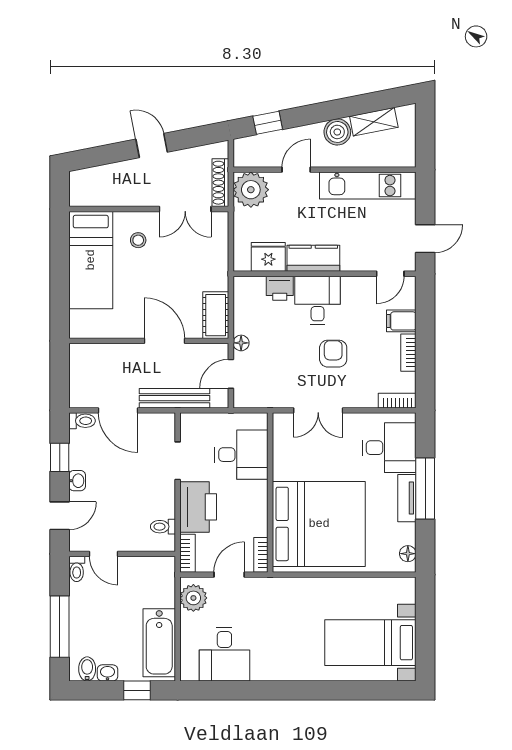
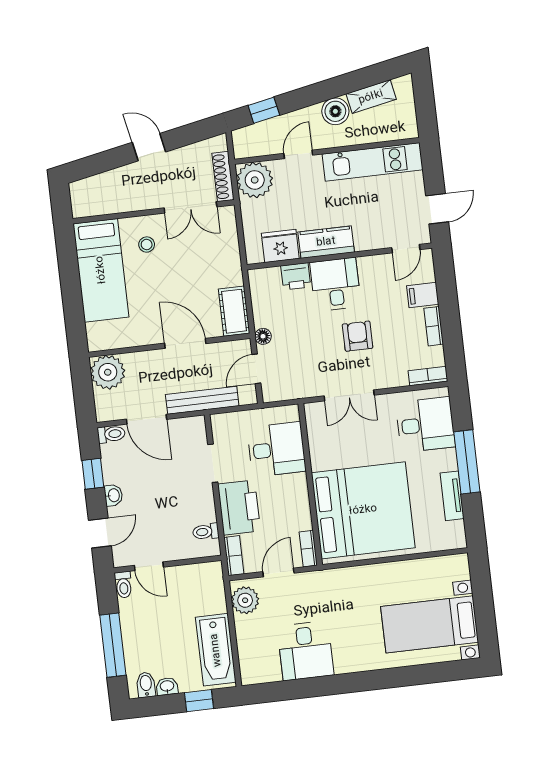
plant: (86, 360) -> (108, 372), added
tv unit: (407, 498) -> (452, 496), moved
floor lamp: (408, 554) -> (457, 530), removed
desk: (224, 654) -> (306, 651), moved

